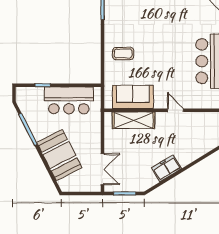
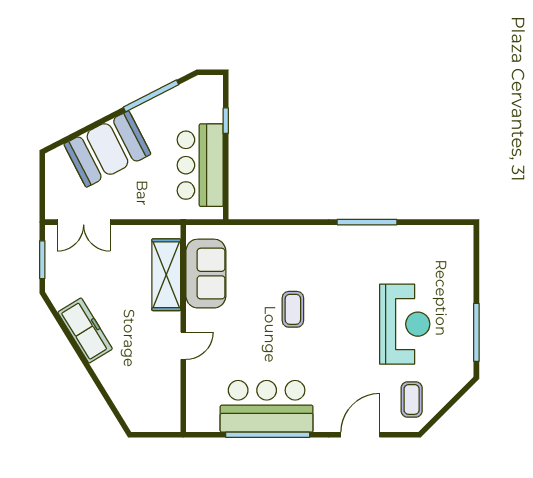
coffee table: (123, 54) -> (293, 309), moved
freezer: (166, 168) -> (85, 331), width x1.40

